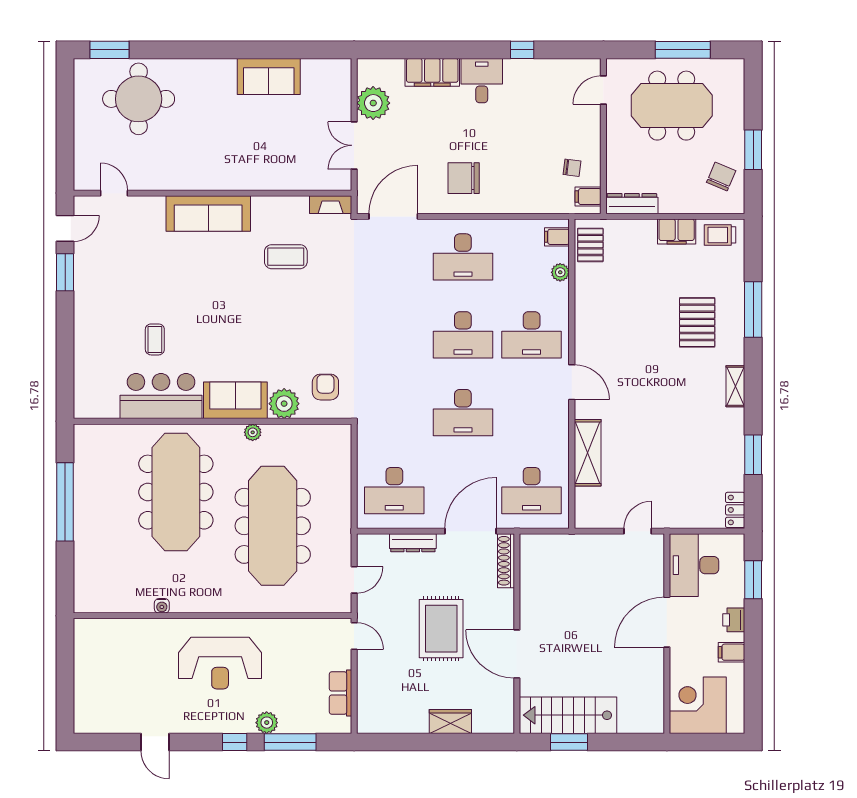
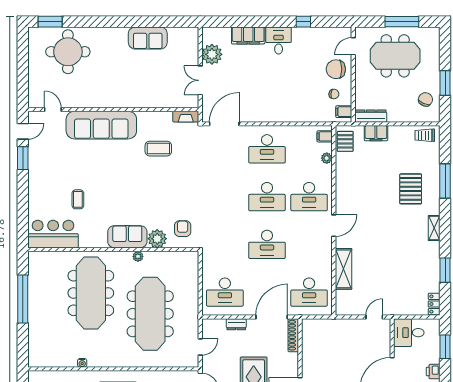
chair: (464, 178) -> (336, 69), moved
sofa: (208, 214) -> (101, 125), width x1.36, depth x1.27
filing cabinet: (677, 232) -> (376, 133), moved
door: (572, 382) -> (334, 226), hinge flipped
bar counter: (161, 396) -> (53, 234), moved
dresser: (413, 543) -> (236, 324), width x0.70
desk: (694, 565) -> (409, 333), width x0.73

